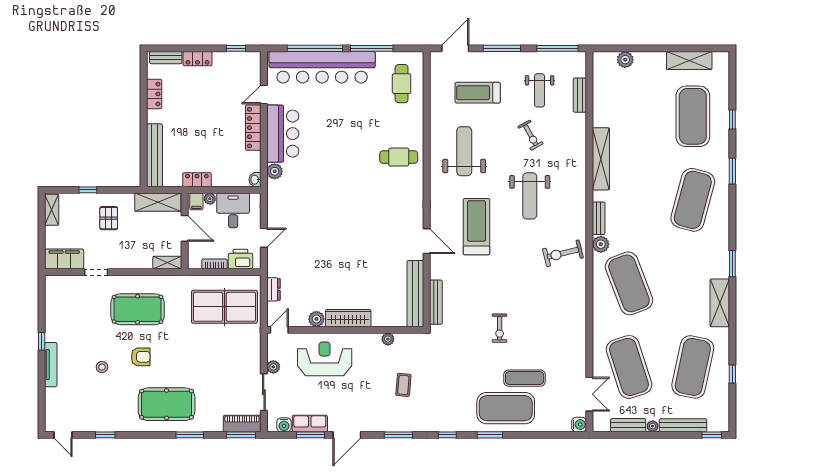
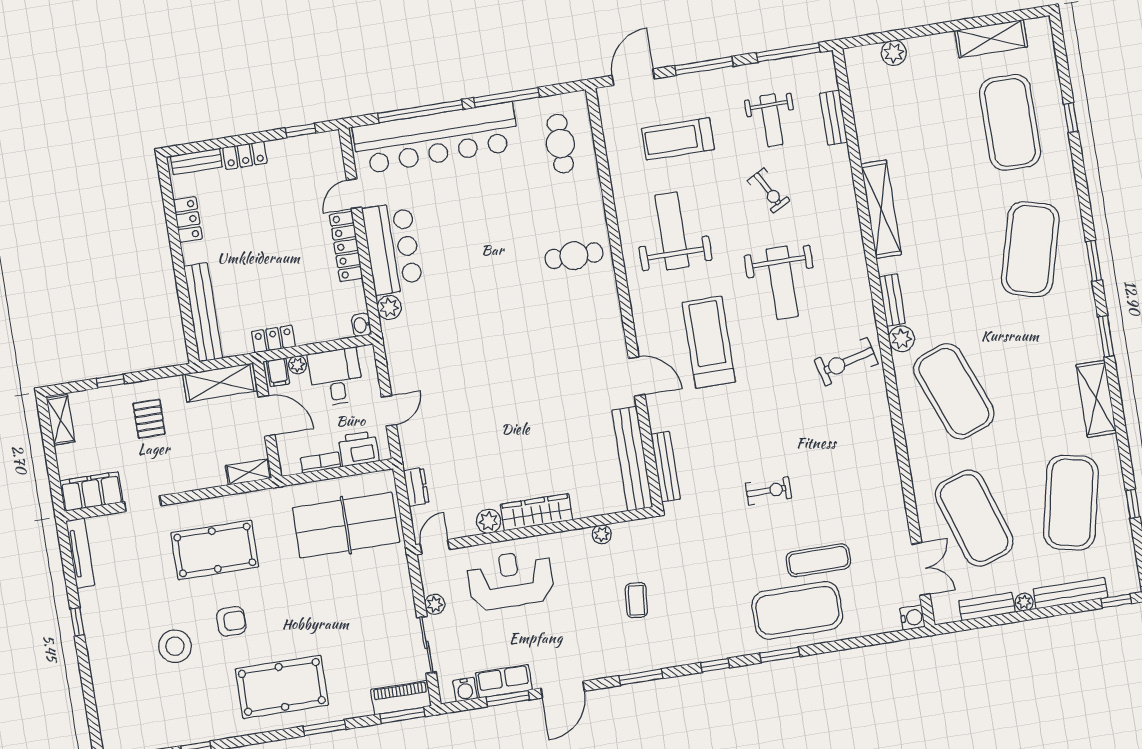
window: (732, 171) -> (1094, 261), moved
exercise bike: (500, 328) -> (768, 491), turned -90
tv unit: (51, 365) -> (80, 553), moved
stool: (102, 367) -> (175, 646), width x1.89, depth x1.89

